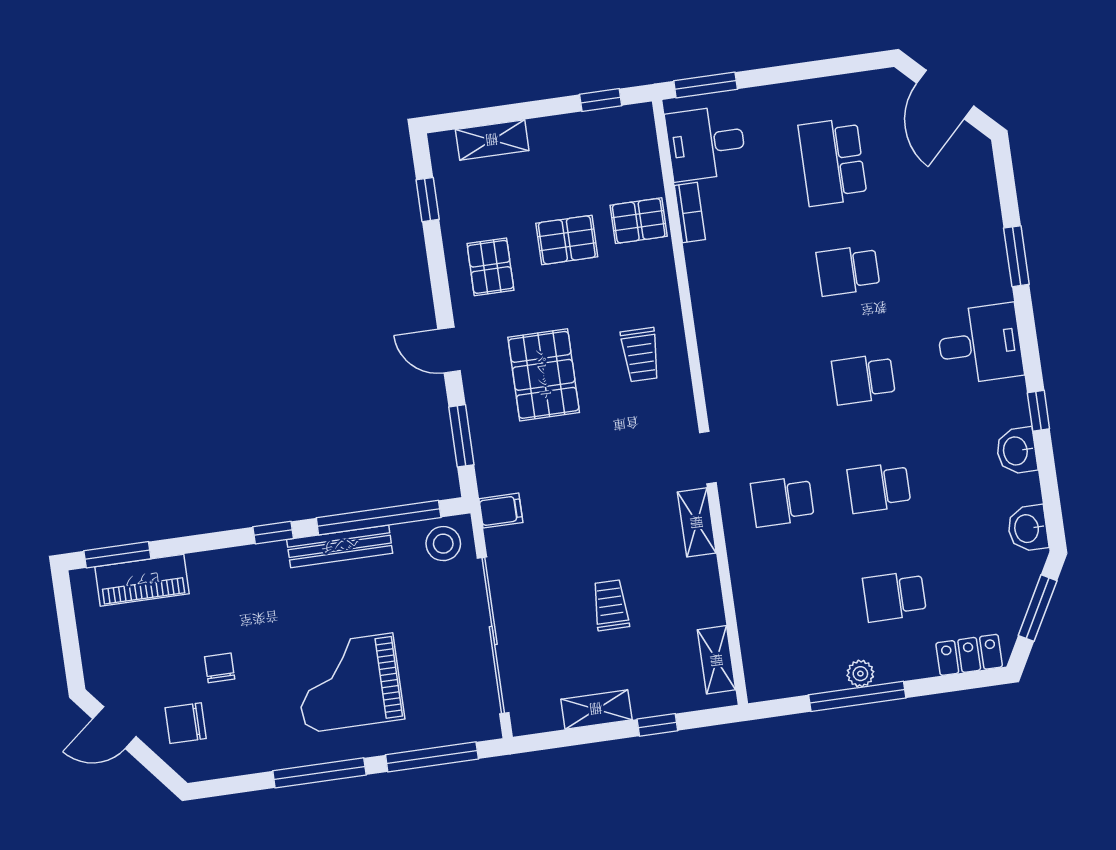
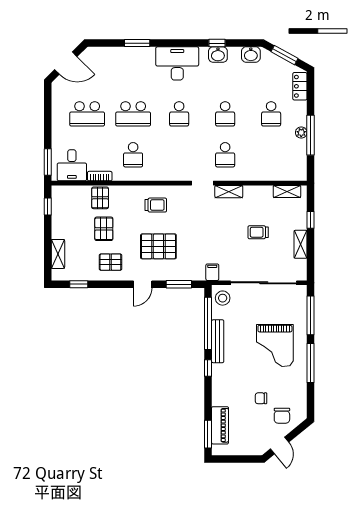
school desk: (848, 270) -> (133, 114), width x1.85
school desk: (751, 284) -> (133, 155), added
desk: (980, 344) -> (177, 63), width x1.37
window: (1038, 411) -> (217, 43), moved

